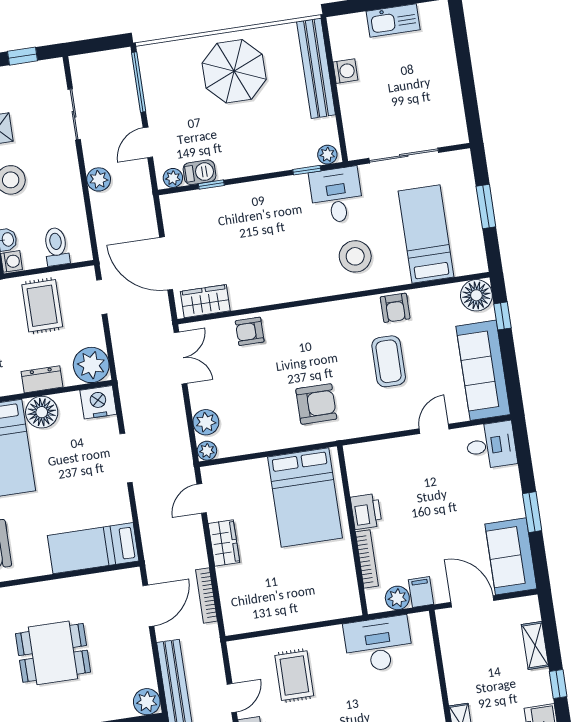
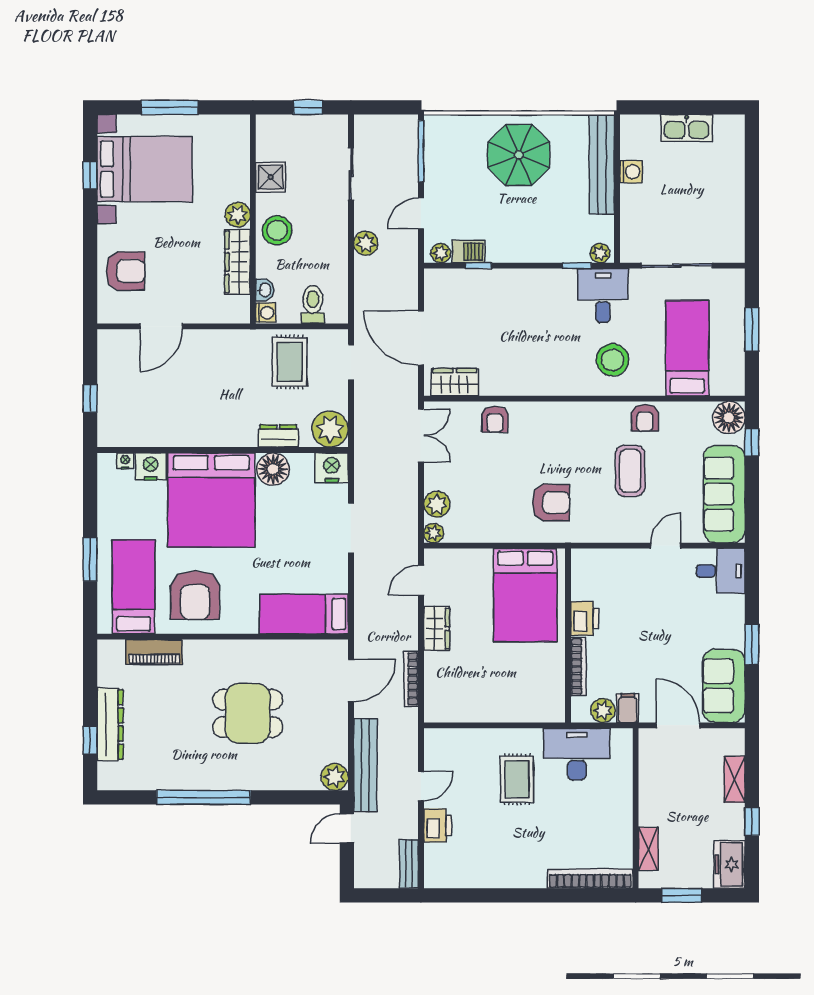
armchair: (250, 331) -> (495, 419), turned -90
rug: (294, 676) -> (517, 779), moved

